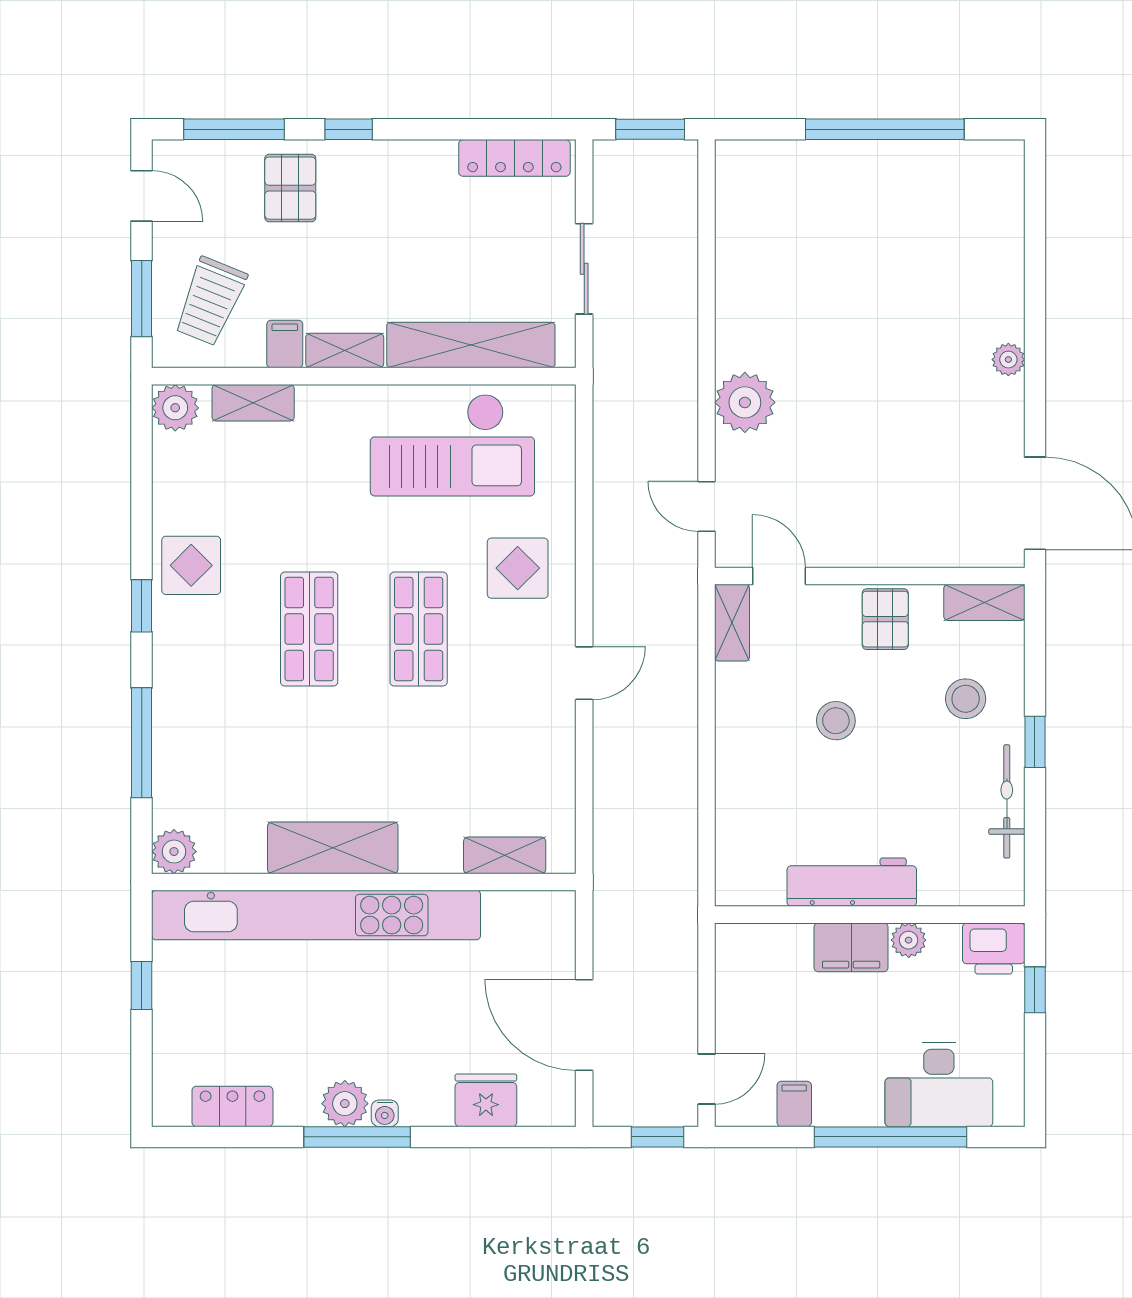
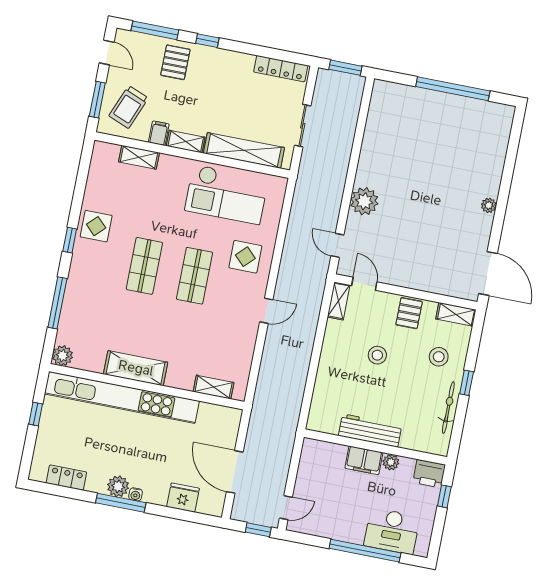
plant: (175, 408) -> (103, 153), removed
filing cabinet: (794, 1104) -> (324, 527), removed

